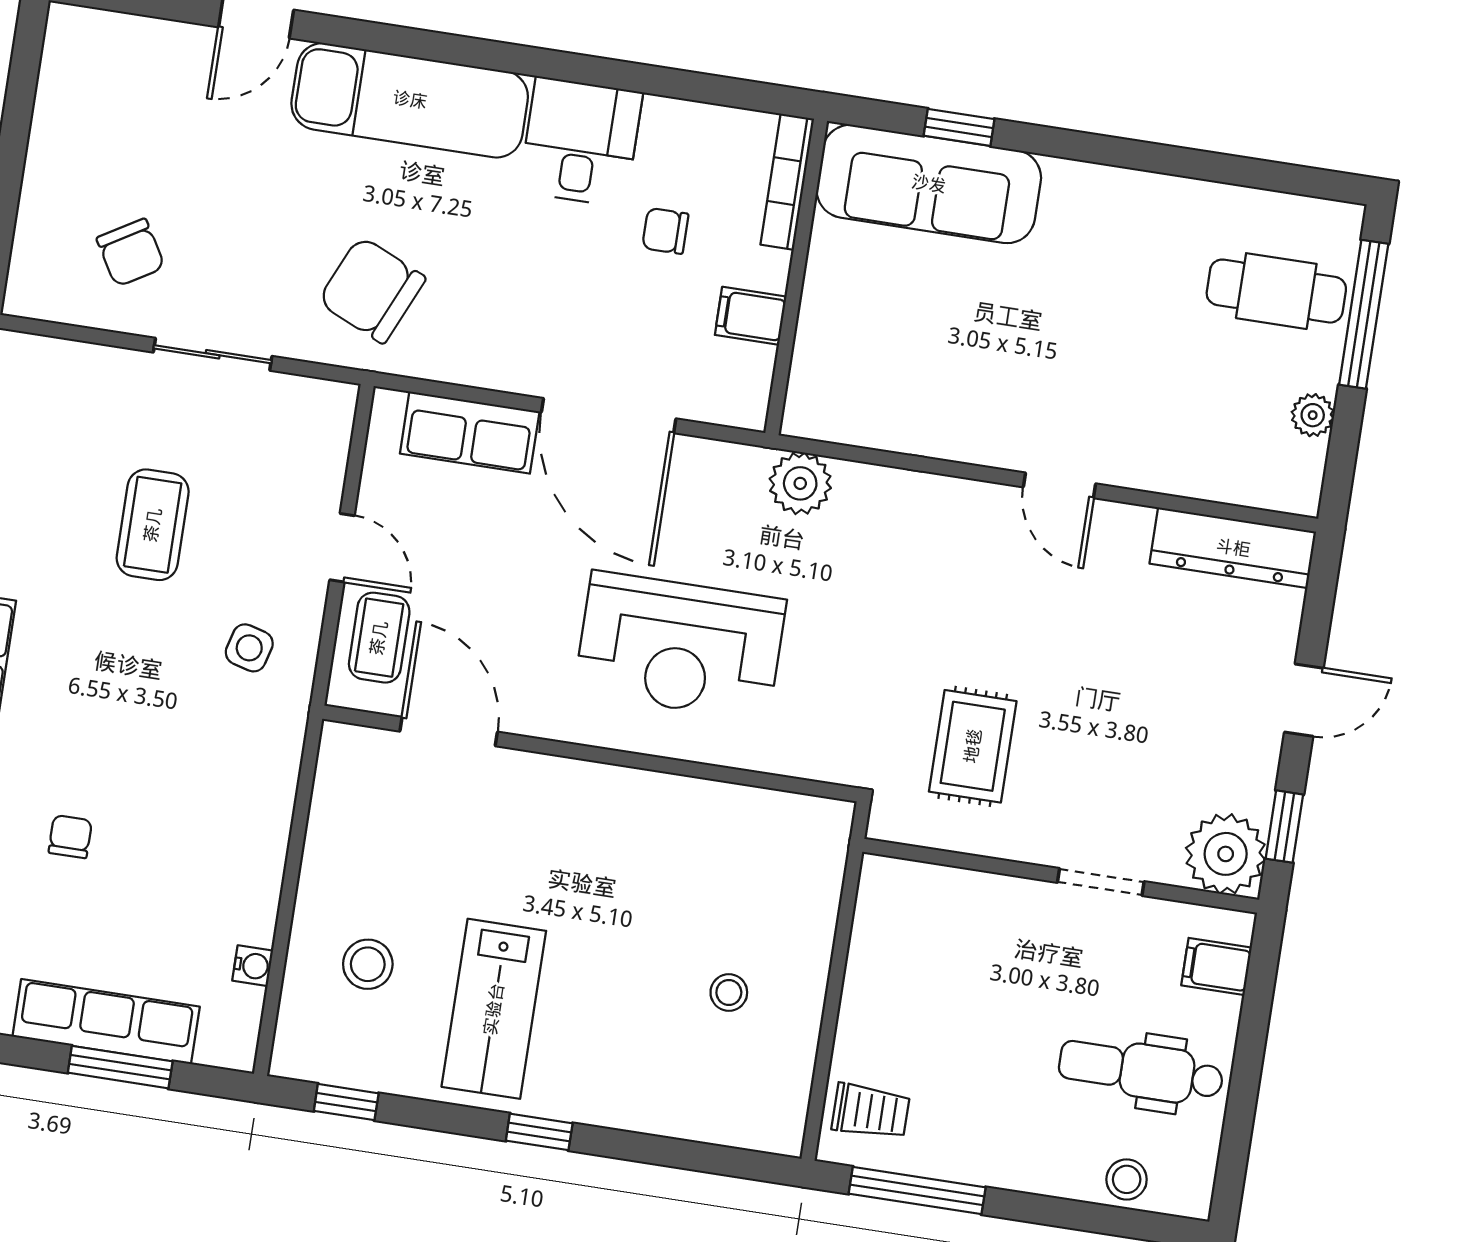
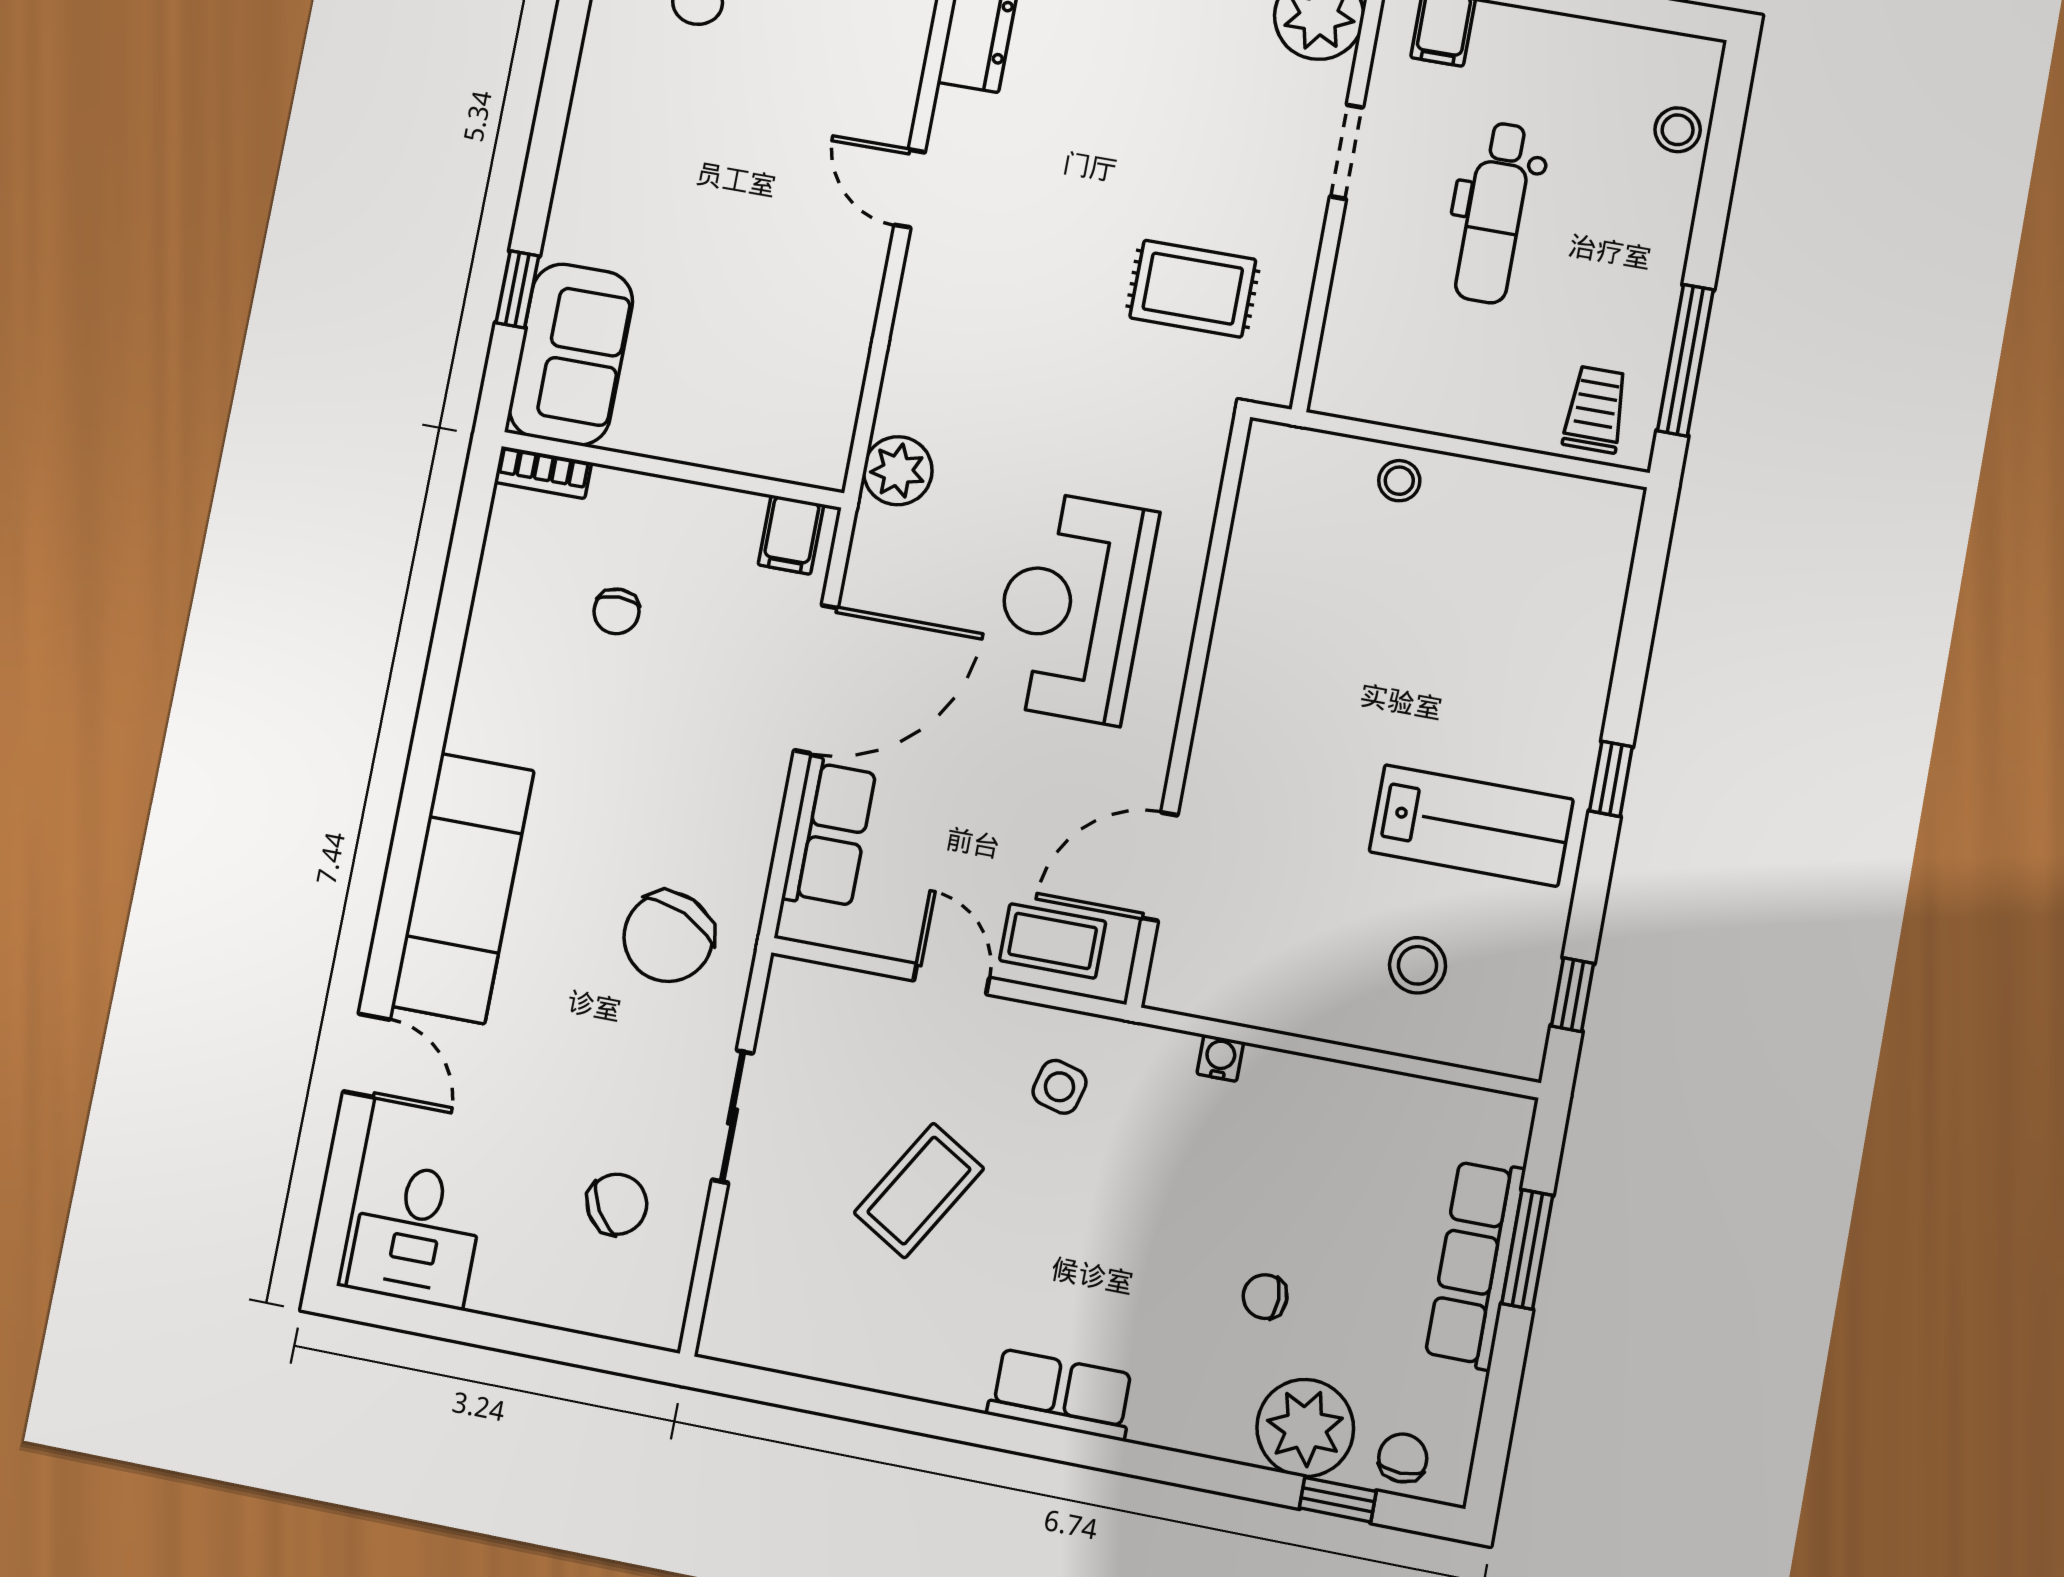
desk: (581, 142) -> (416, 1235), moved, turned -90
bookcase: (787, 182) -> (543, 472), width x0.64
sofa: (929, 184) -> (571, 354), width x0.73
filing cabinet: (751, 316) -> (791, 535), moved
door: (1059, 485) -> (910, 189), swing flipped
coffee table: (153, 525) -> (919, 1191), turned -59
door: (342, 548) -> (952, 979), hinge flipped
reception desk: (680, 646) -> (1072, 607), turned 180
water cooler: (253, 966) -> (1220, 1058), moved
stool: (729, 993) -> (1399, 481), moved
dental chair: (1141, 1071) -> (1494, 213), moved

